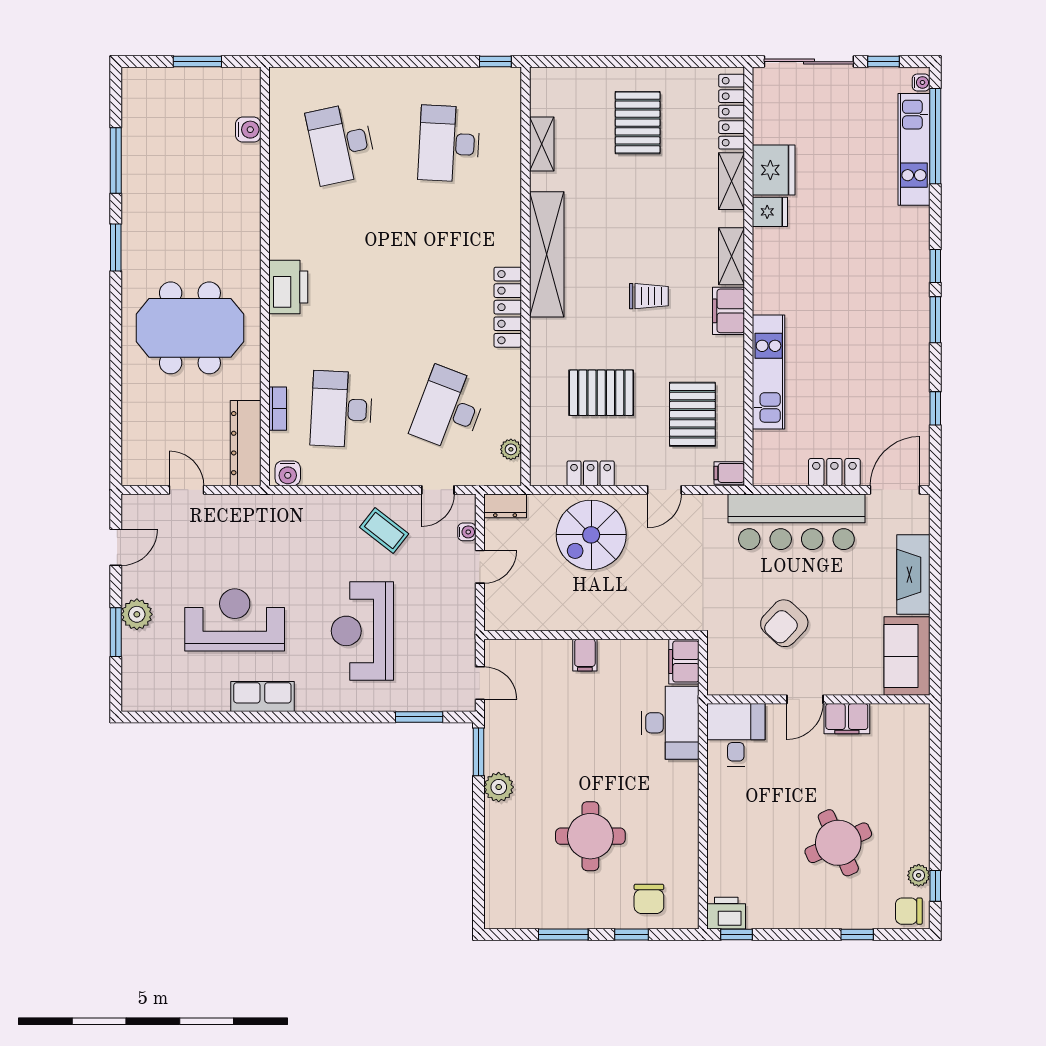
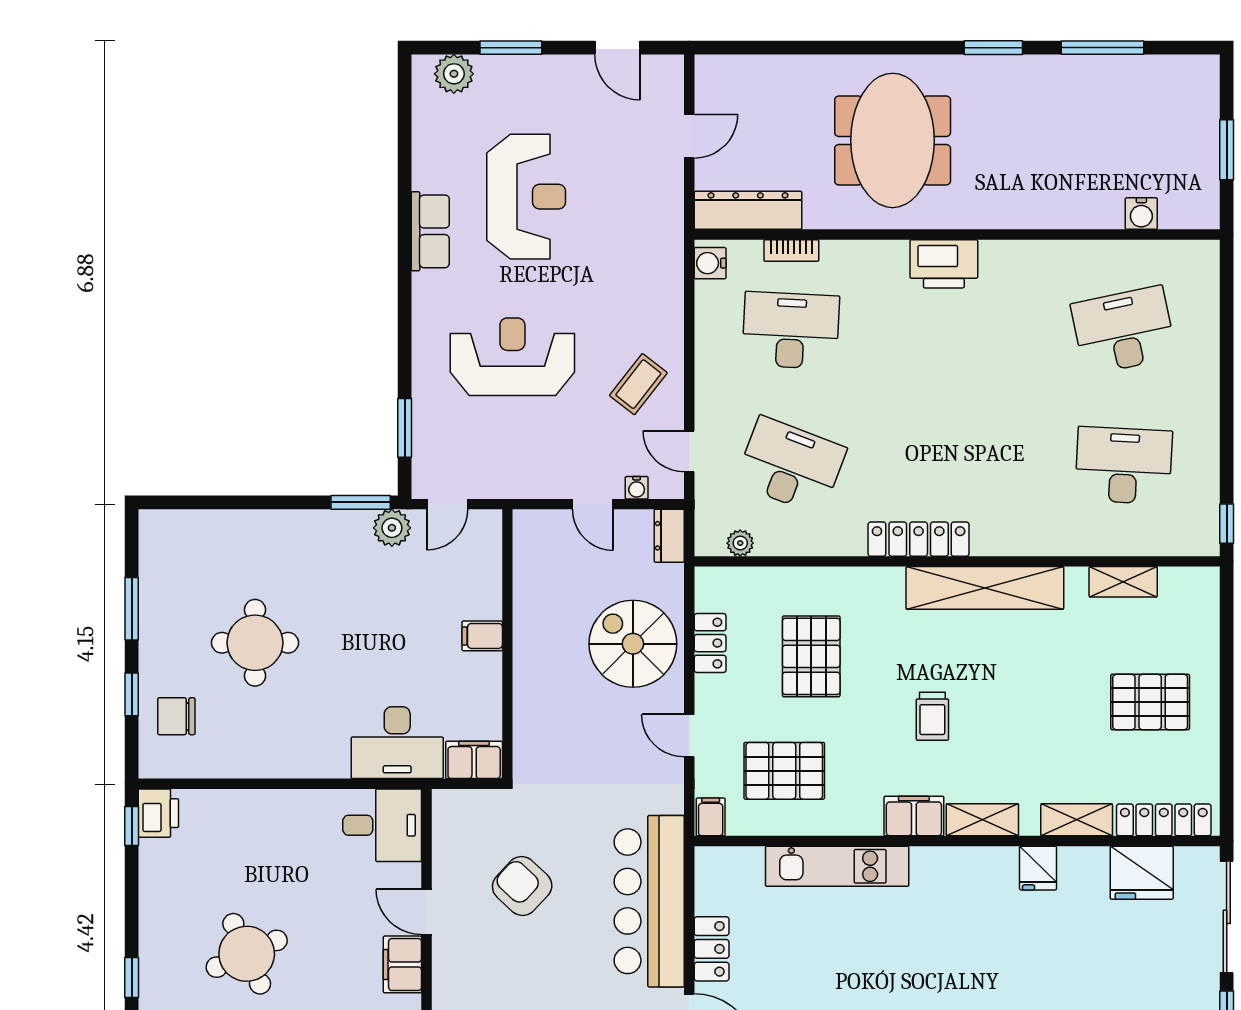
fridge: (774, 170) -> (1142, 873), moved
plant: (137, 614) -> (454, 74), moved
plant: (499, 787) -> (392, 528), moved

